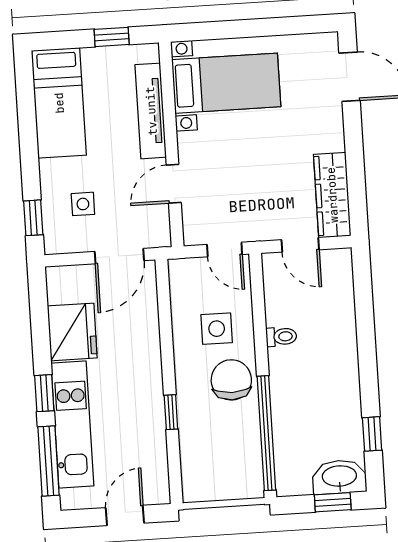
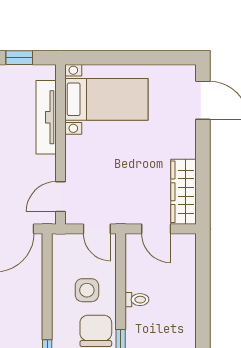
door: (174, 184) -> (61, 197), moved

